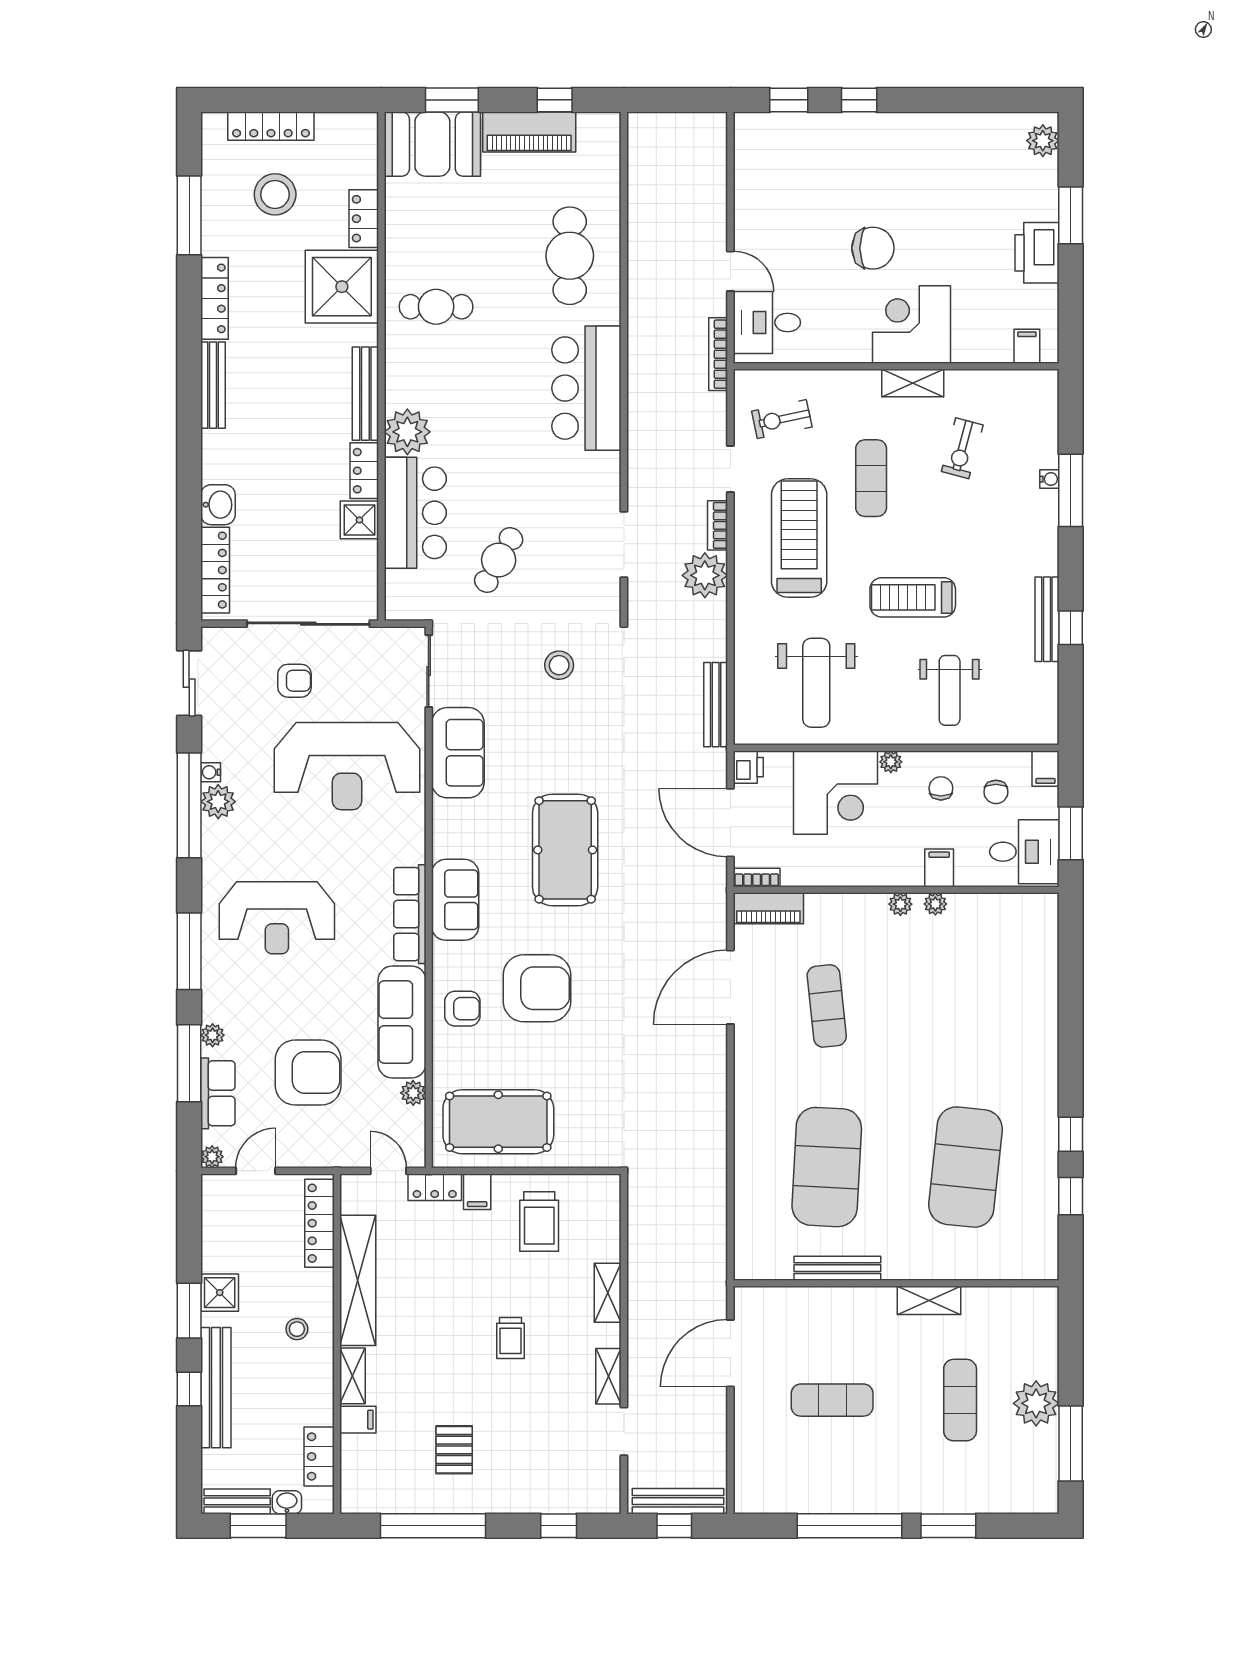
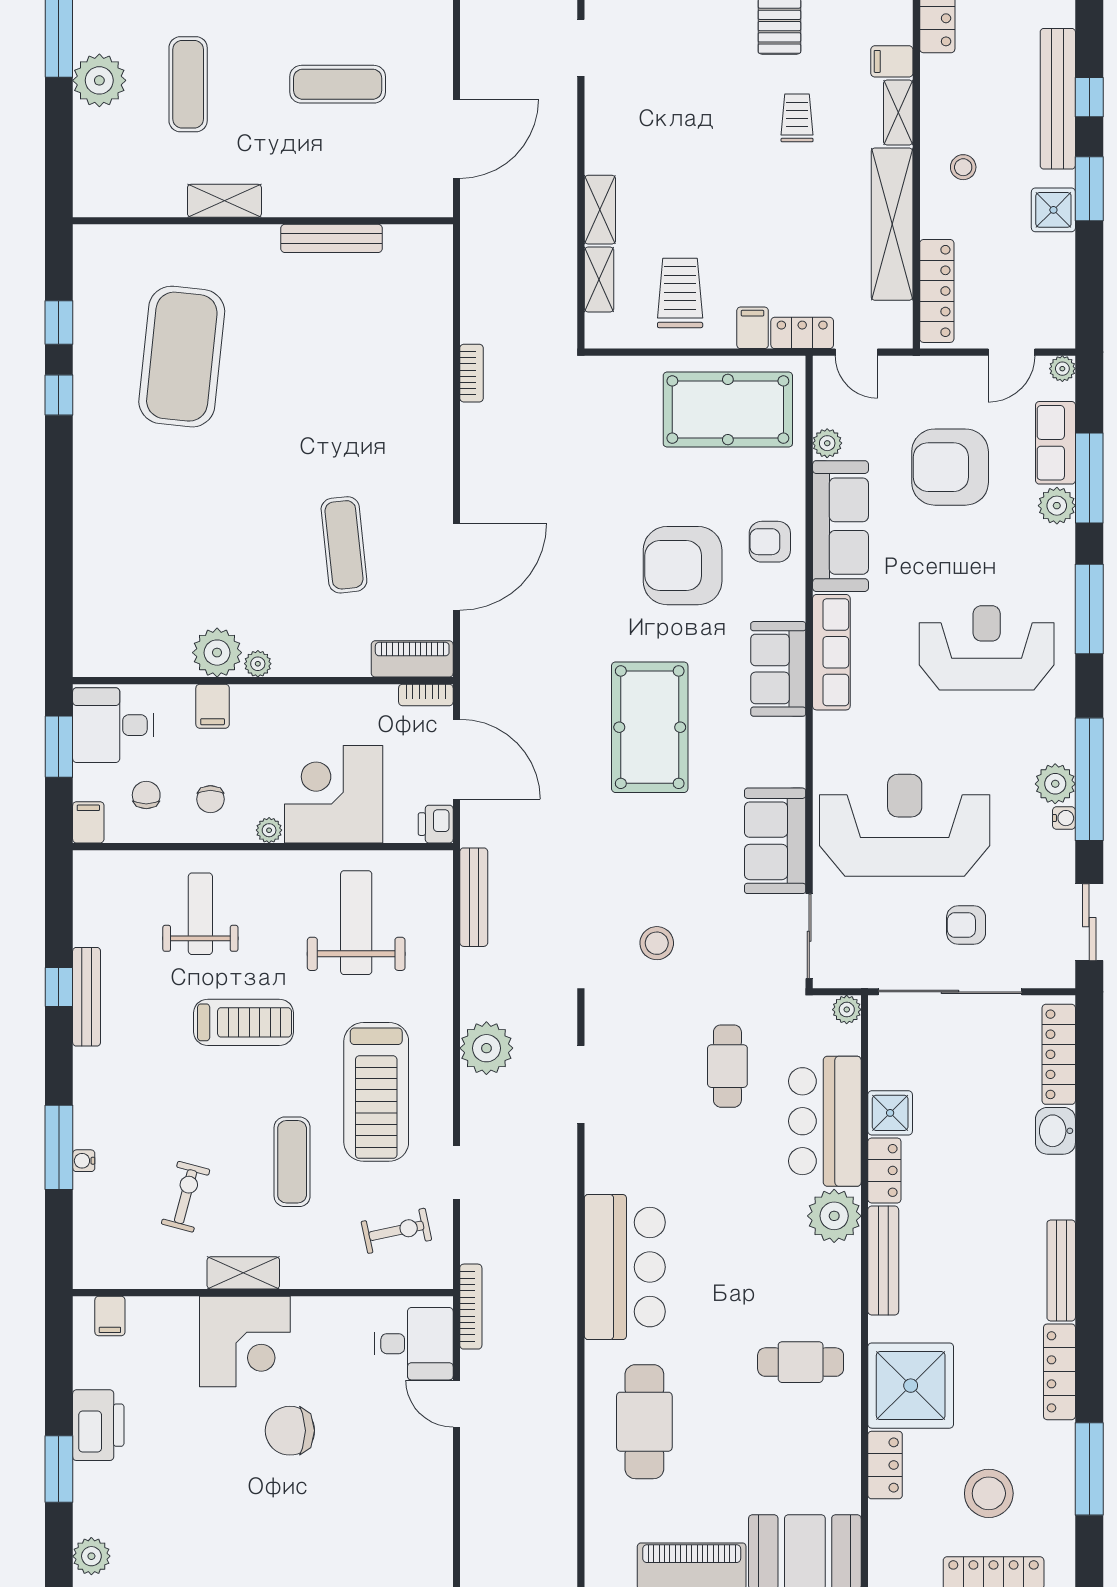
bookcase: (718, 525) -> (472, 373), moved
cafe table: (499, 560) -> (727, 1066), turned -30
plant: (397, 608) -> (847, 1010), added
plant: (935, 904) -> (217, 653), width x1.87, depth x1.87
plant: (213, 1035) -> (1057, 506), width x1.38, depth x1.38
exercise mat: (827, 1167) -> (344, 357), removed
trolley: (510, 1338) -> (797, 118), moved
shelving: (608, 1376) -> (599, 280), moved

